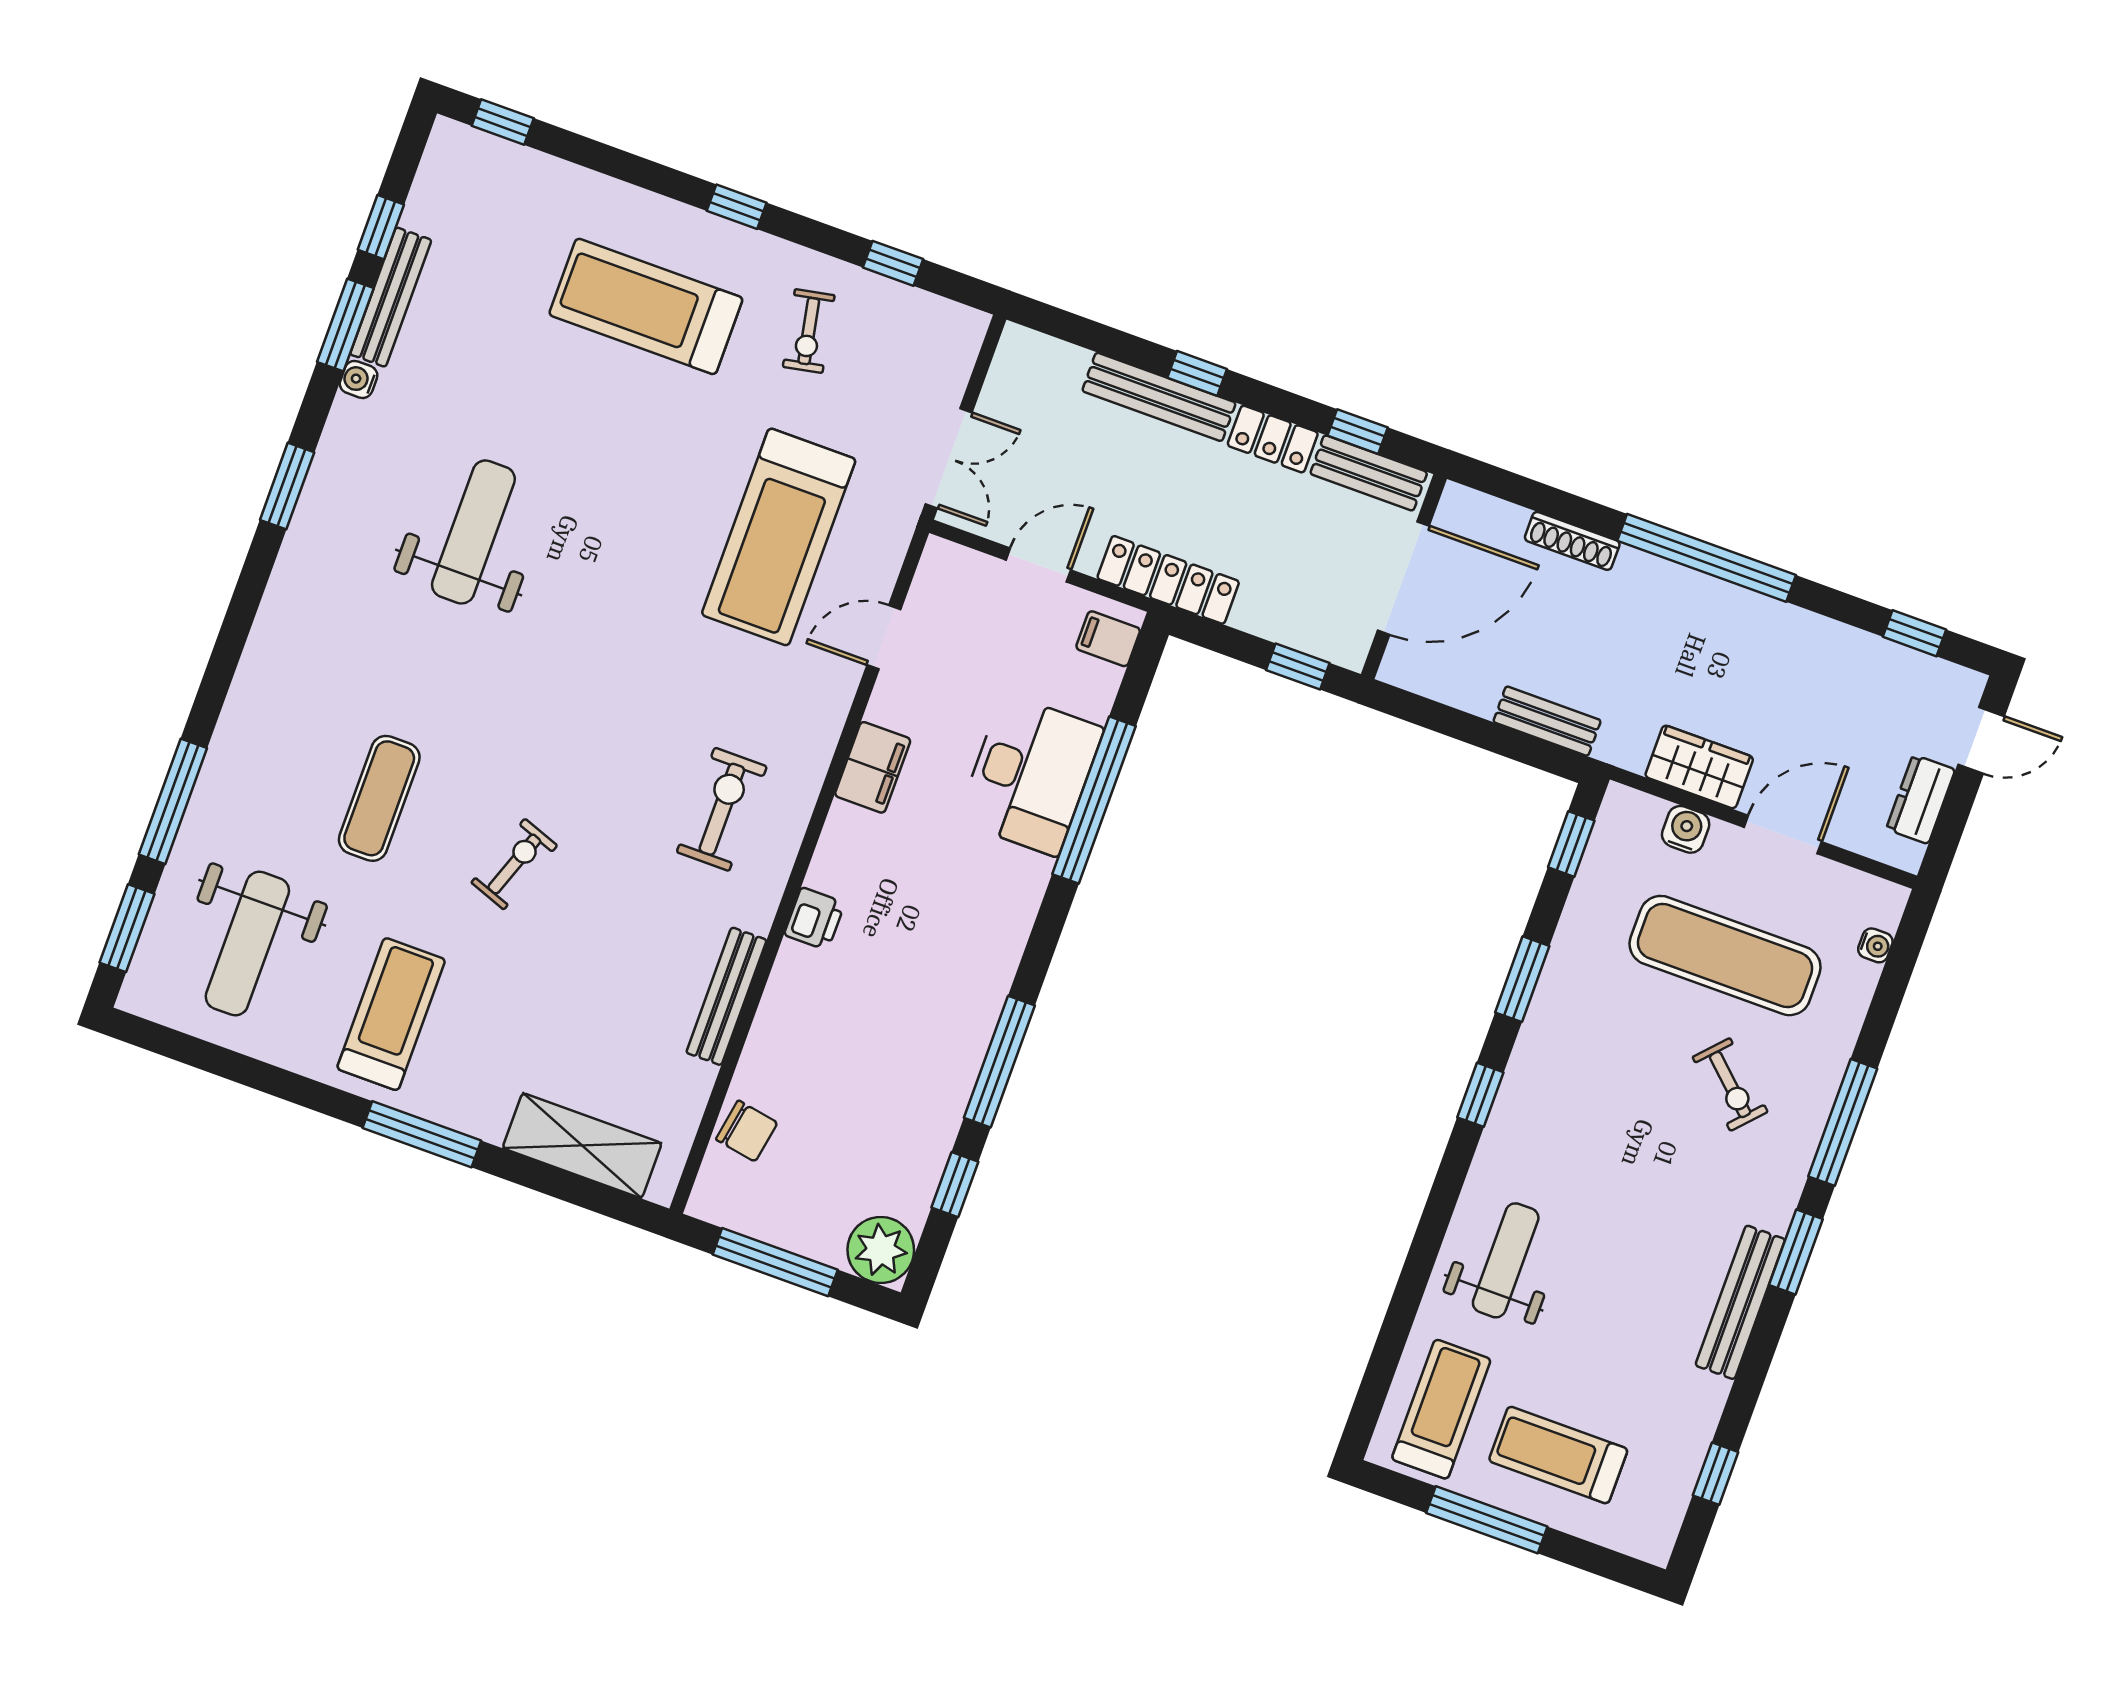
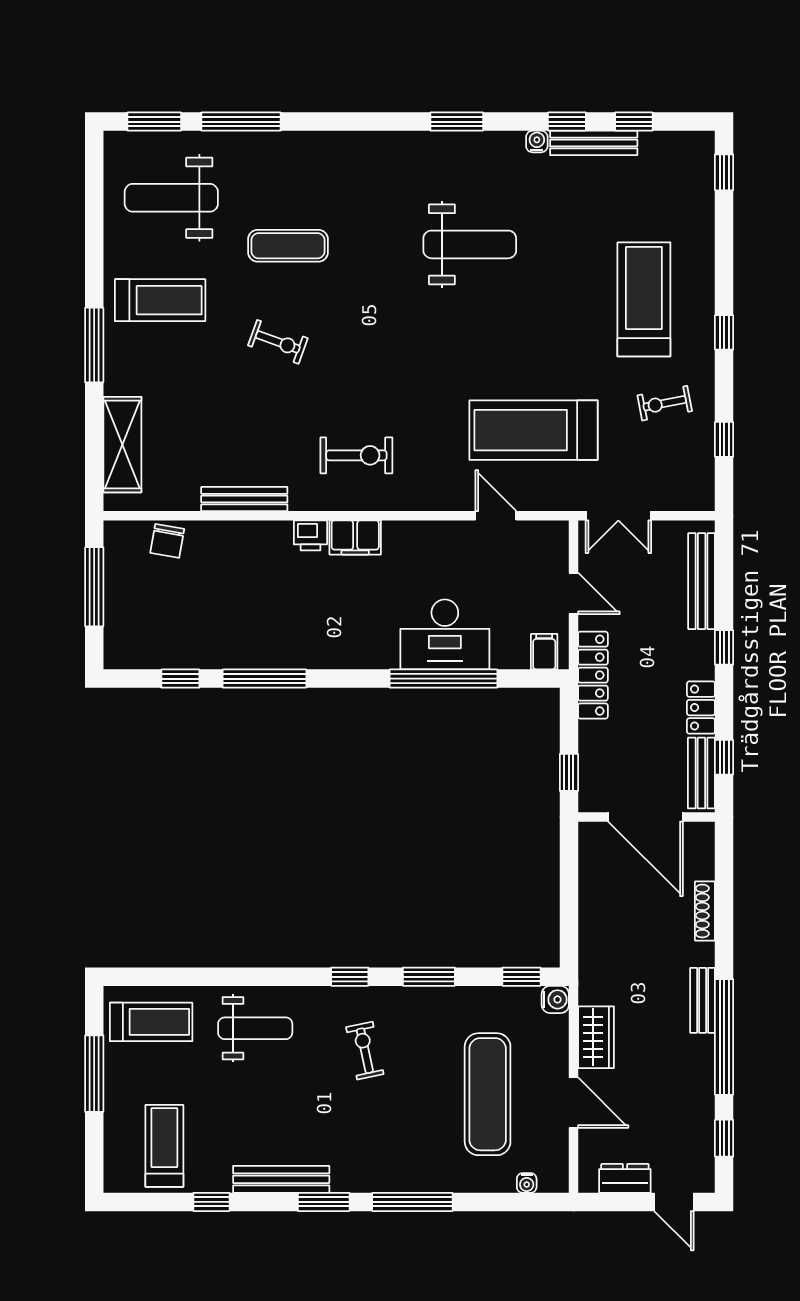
window: (345, 325) -> (567, 122), width x0.67
bench: (1159, 397) -> (702, 581), moved
window: (1707, 558) -> (724, 1037), moved
bench: (1547, 721) -> (703, 1000), moved
filing cabinet: (873, 767) -> (355, 537), moved
water cooler: (1686, 829) -> (555, 999), moved
exercise bike: (1730, 1084) -> (365, 1051), moved, turned 125
plant: (881, 1250) -> (125, 648), removed
treadmill: (1558, 1455) -> (164, 1146), moved
window: (1716, 1474) -> (211, 1202), moved

